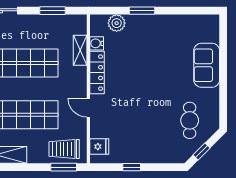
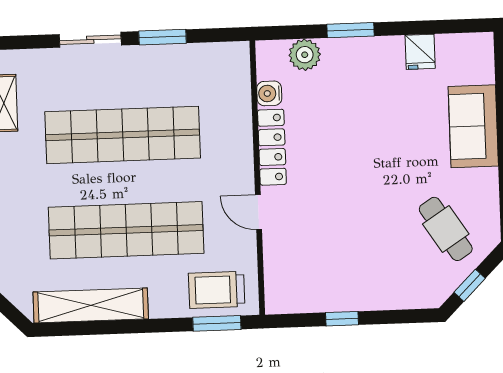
window: (53, 11) -> (162, 37), moved
shelving: (80, 50) -> (239, 107), removed
cafe table: (190, 120) -> (446, 229), turned -33
fridge: (99, 147) -> (420, 52), moved, turned 90

